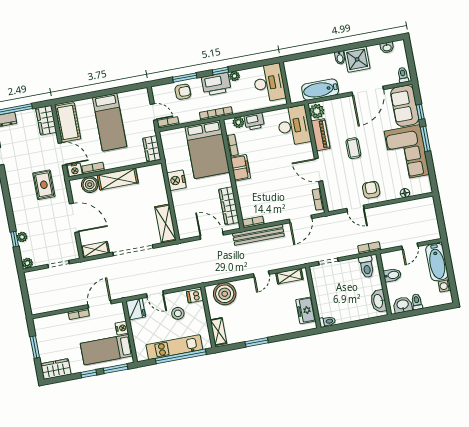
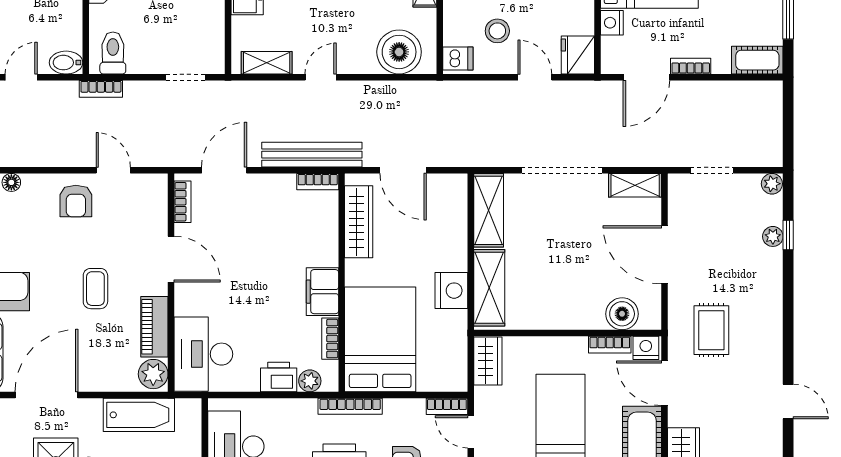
shelving: (118, 179) -> (489, 288), moved, turned 90
bidet: (392, 275) -> (66, 63), moved
cot: (46, 323) -> (757, 60), added

